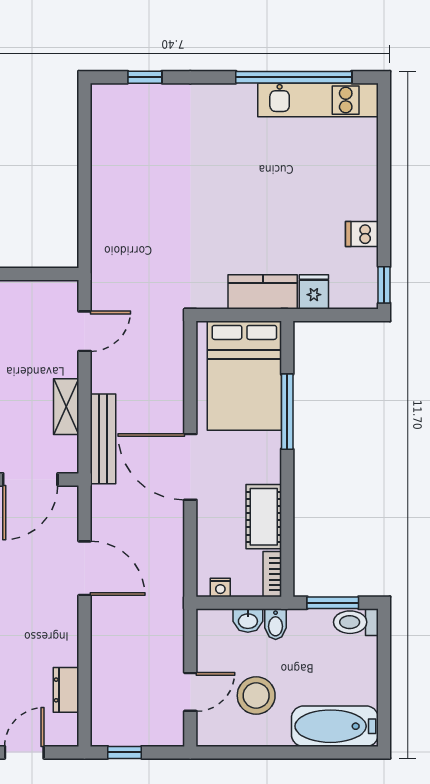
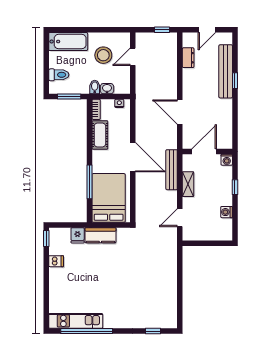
toilet: (356, 622) -> (59, 75), moved

